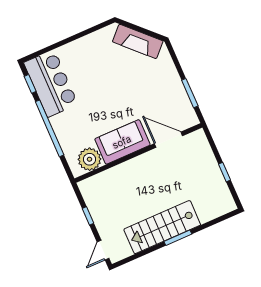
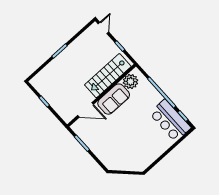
fireplace: (138, 41) -> (125, 164), removed
stairs: (162, 227) -> (108, 76), moved, turned 180

